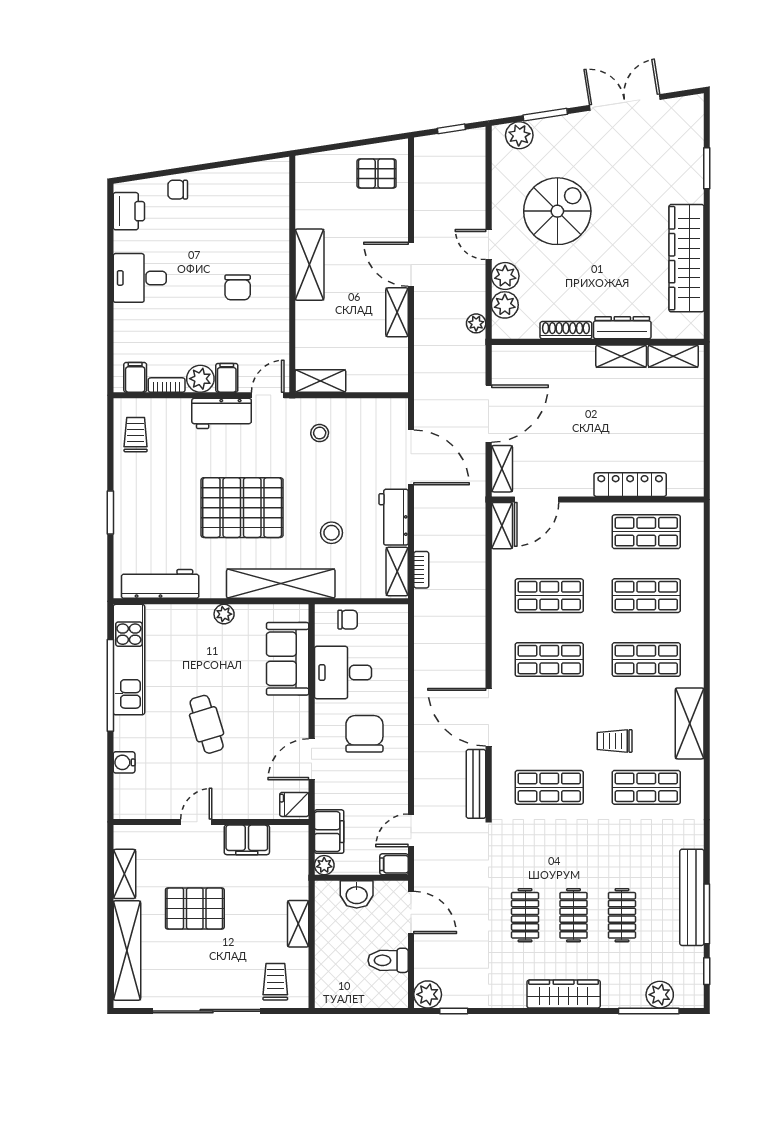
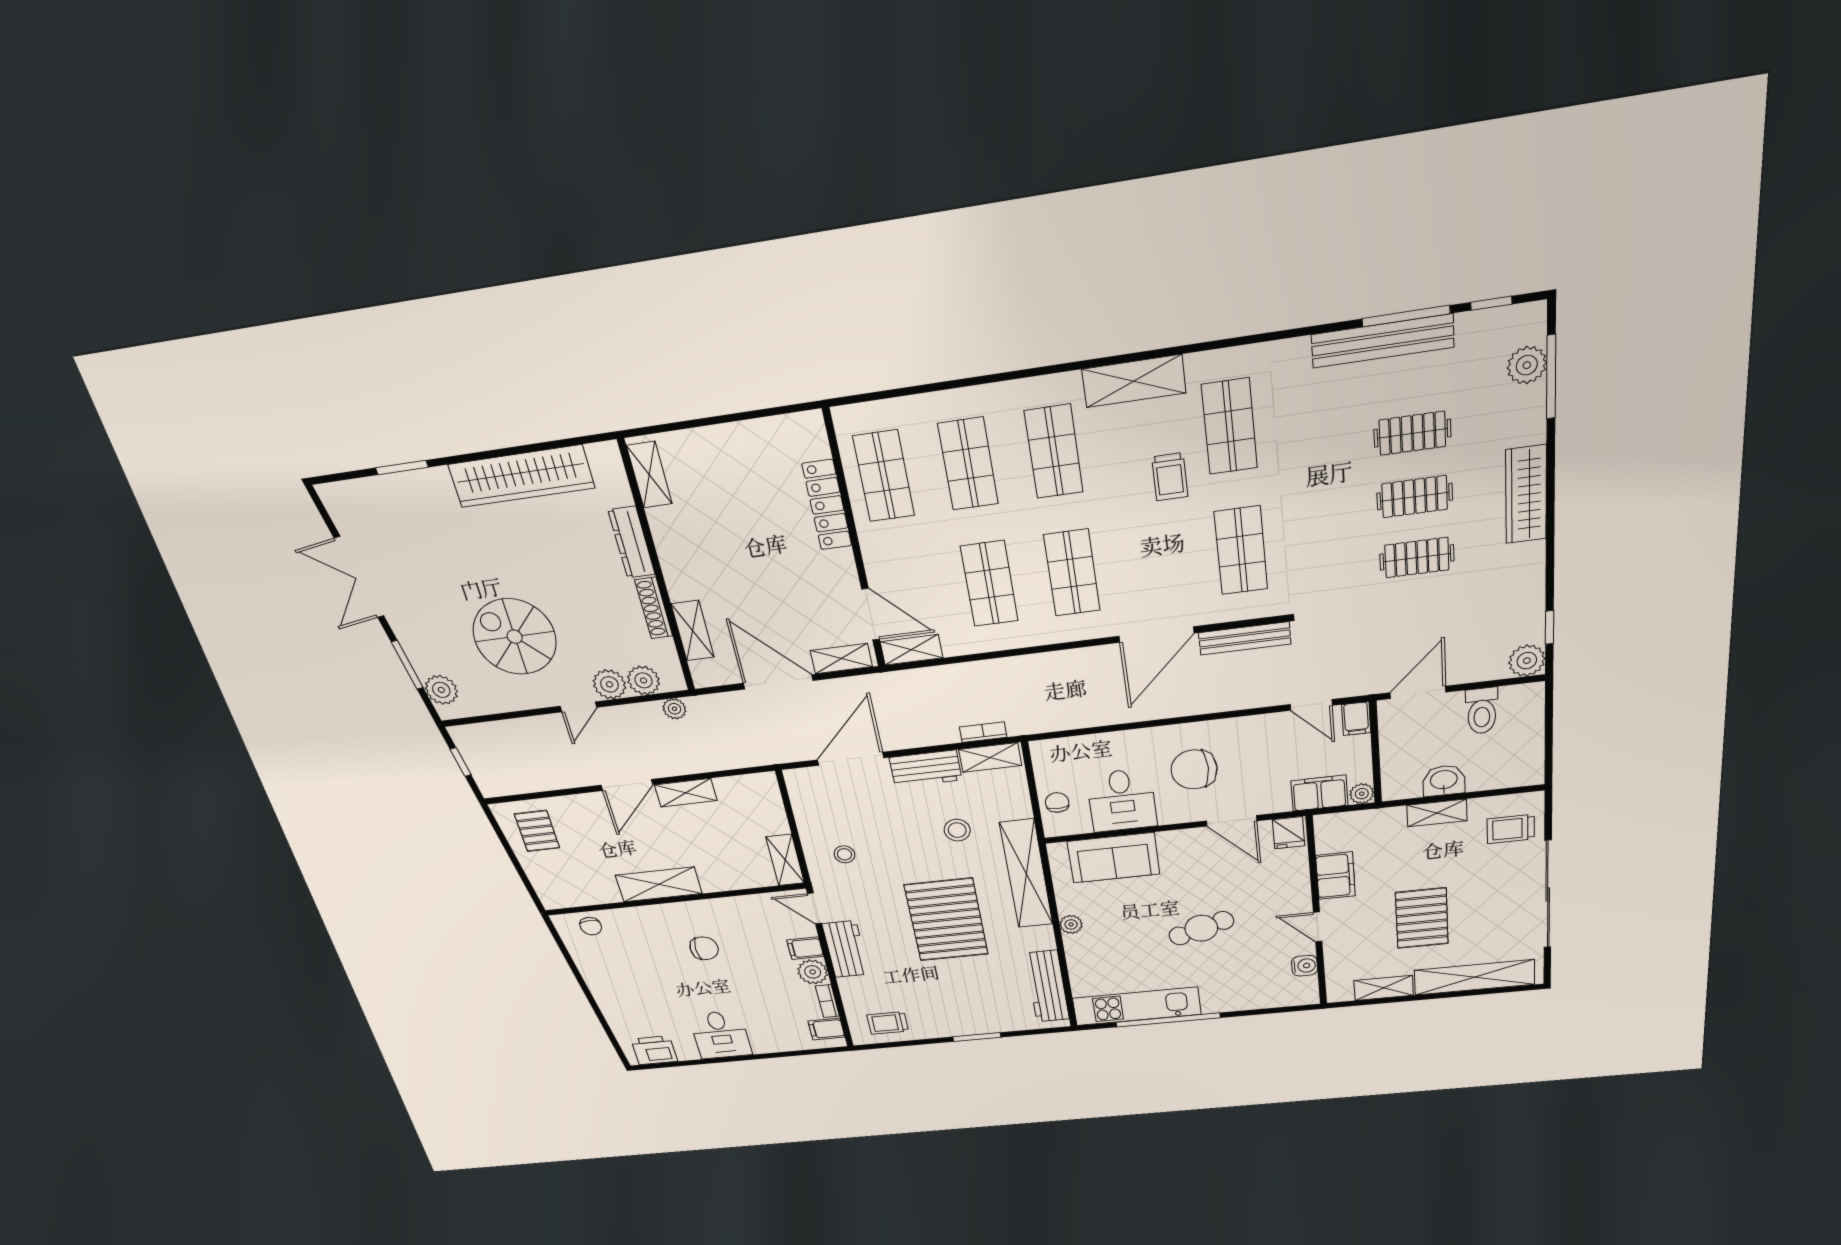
chair: (178, 190) -> (591, 926), moved
shelving: (621, 356) -> (693, 631), moved
water cooler: (124, 762) -> (1305, 966), moved, turned -90
washbasin: (357, 894) -> (1444, 780), moved, turned -90

